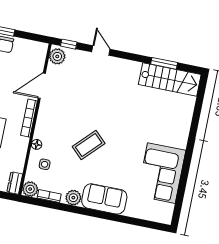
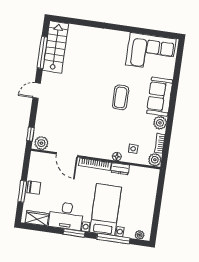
door: (101, 51) -> (37, 90), moved
window: (164, 63) -> (42, 52), width x1.44
coffee table: (89, 145) -> (121, 97), moved, turned 46
corner sofa: (161, 173) -> (151, 52), moved
dresser: (15, 183) -> (120, 169), moved

